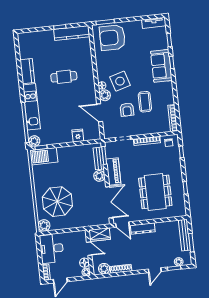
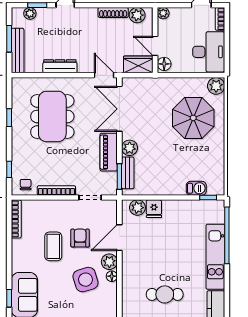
door: (100, 113) -> (119, 238), swing flipped
plant: (34, 141) -> (137, 208), moved
barbecue: (44, 156) -> (196, 188), width x0.53, depth x0.65
dresser: (143, 229) -> (60, 66), moved
floor lamp: (84, 263) -> (164, 64), moved

